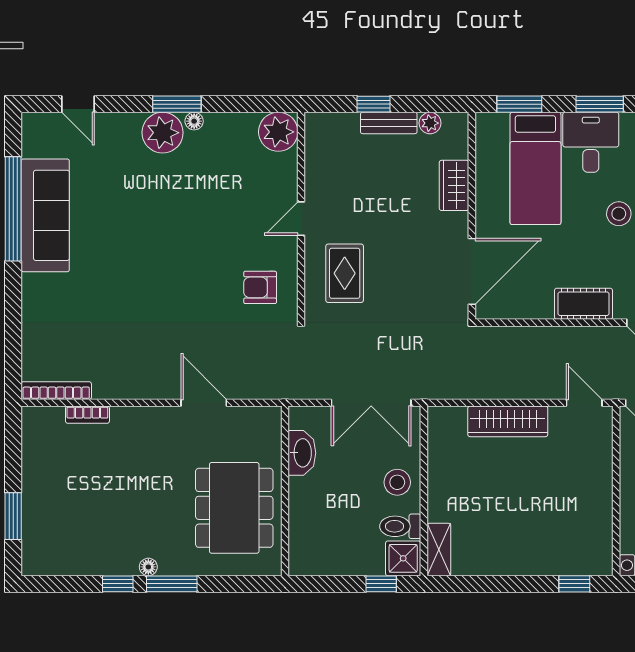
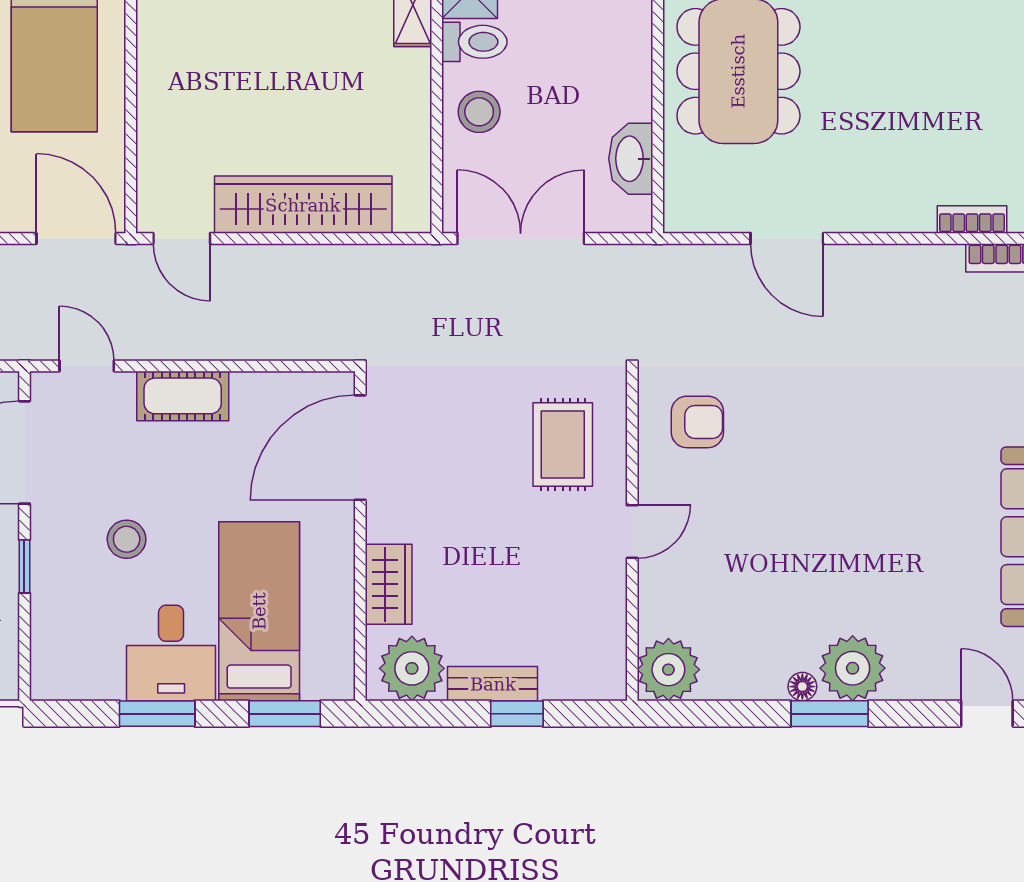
plant: (430, 123) -> (412, 668), width x1.87, depth x1.87
wardrobe: (508, 421) -> (303, 205), width x1.40, depth x1.17

